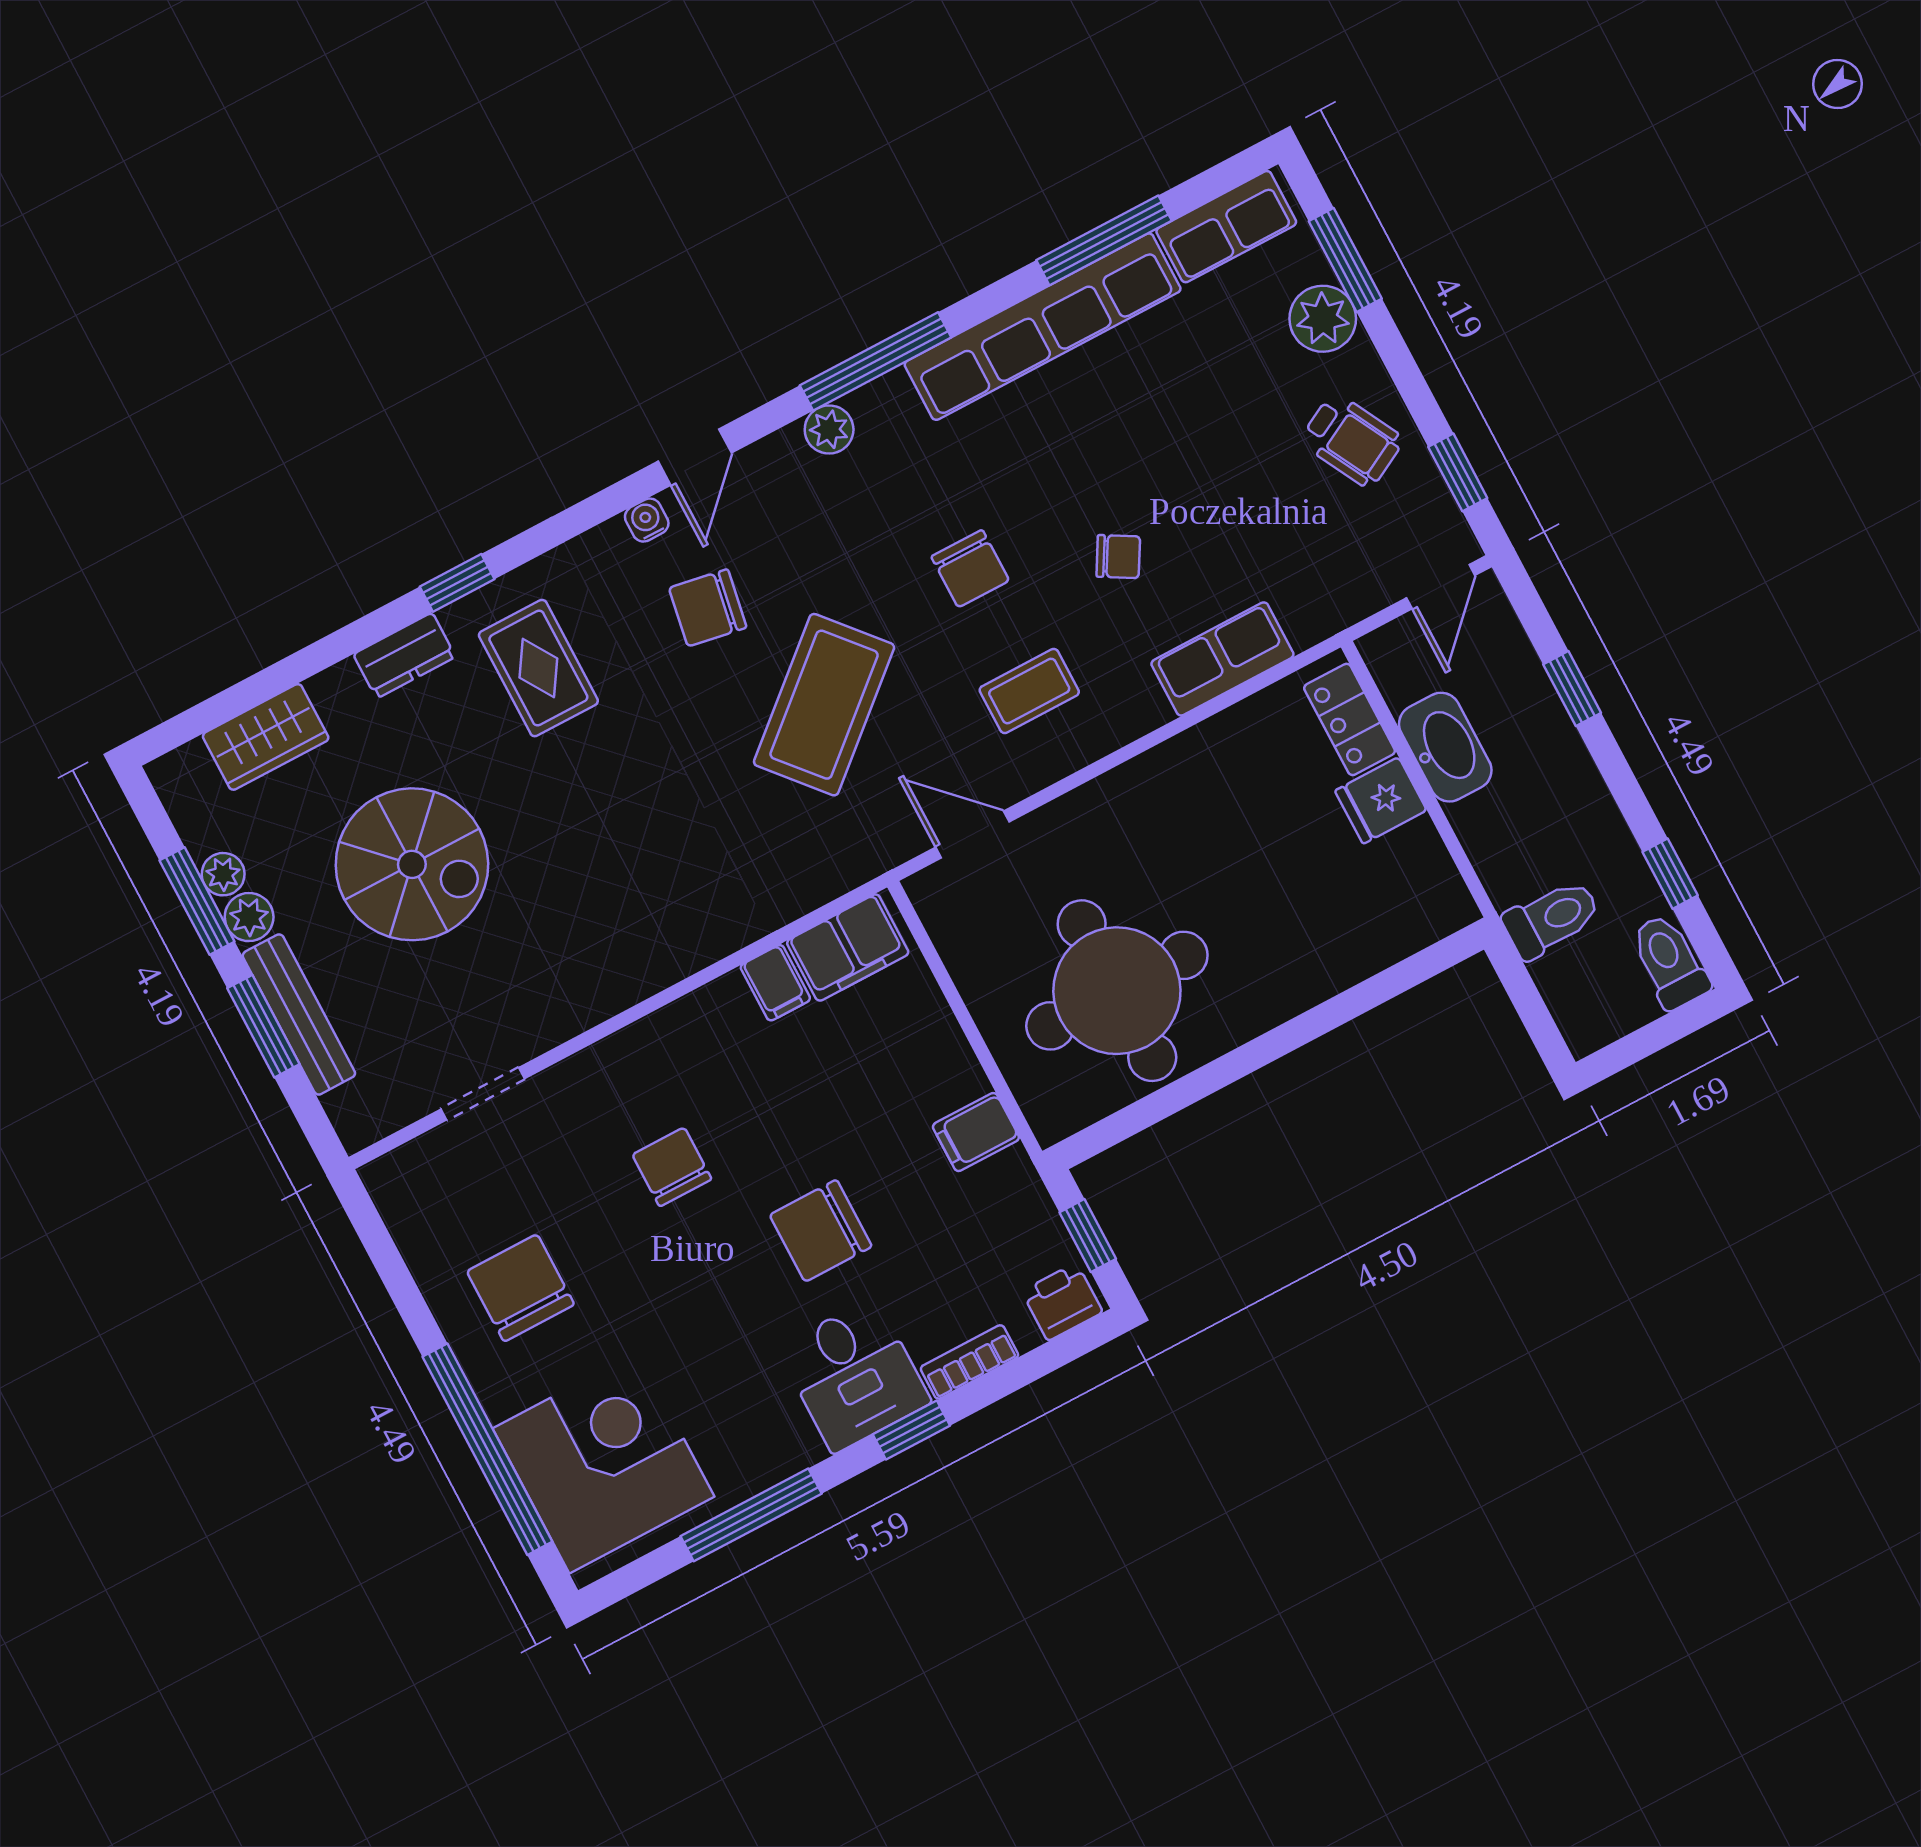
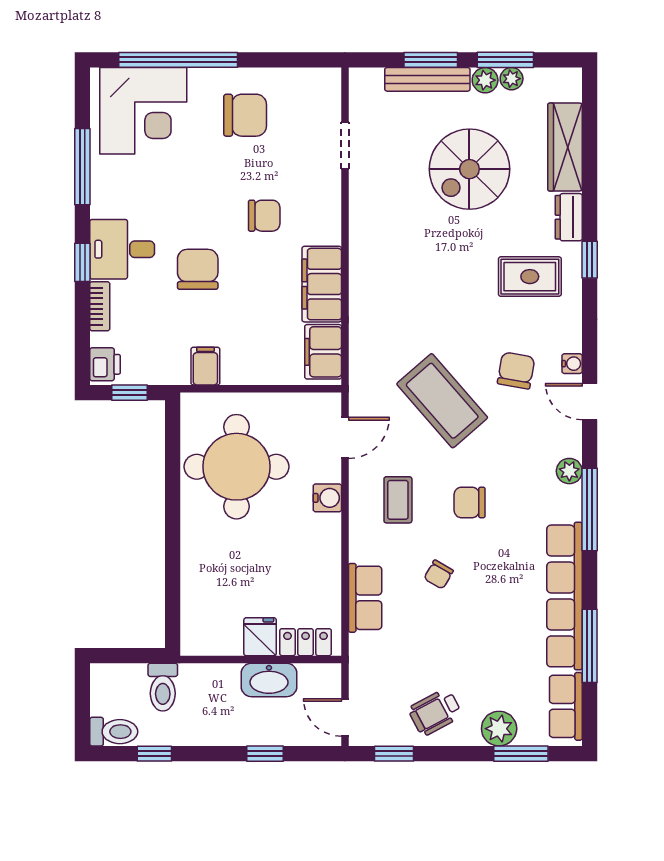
wardrobe: (266, 737) -> (565, 147), width x1.50
water cooler: (1089, 811) -> (327, 498), added
filing cabinet: (775, 983) -> (322, 284), width x3.00, depth x1.17

